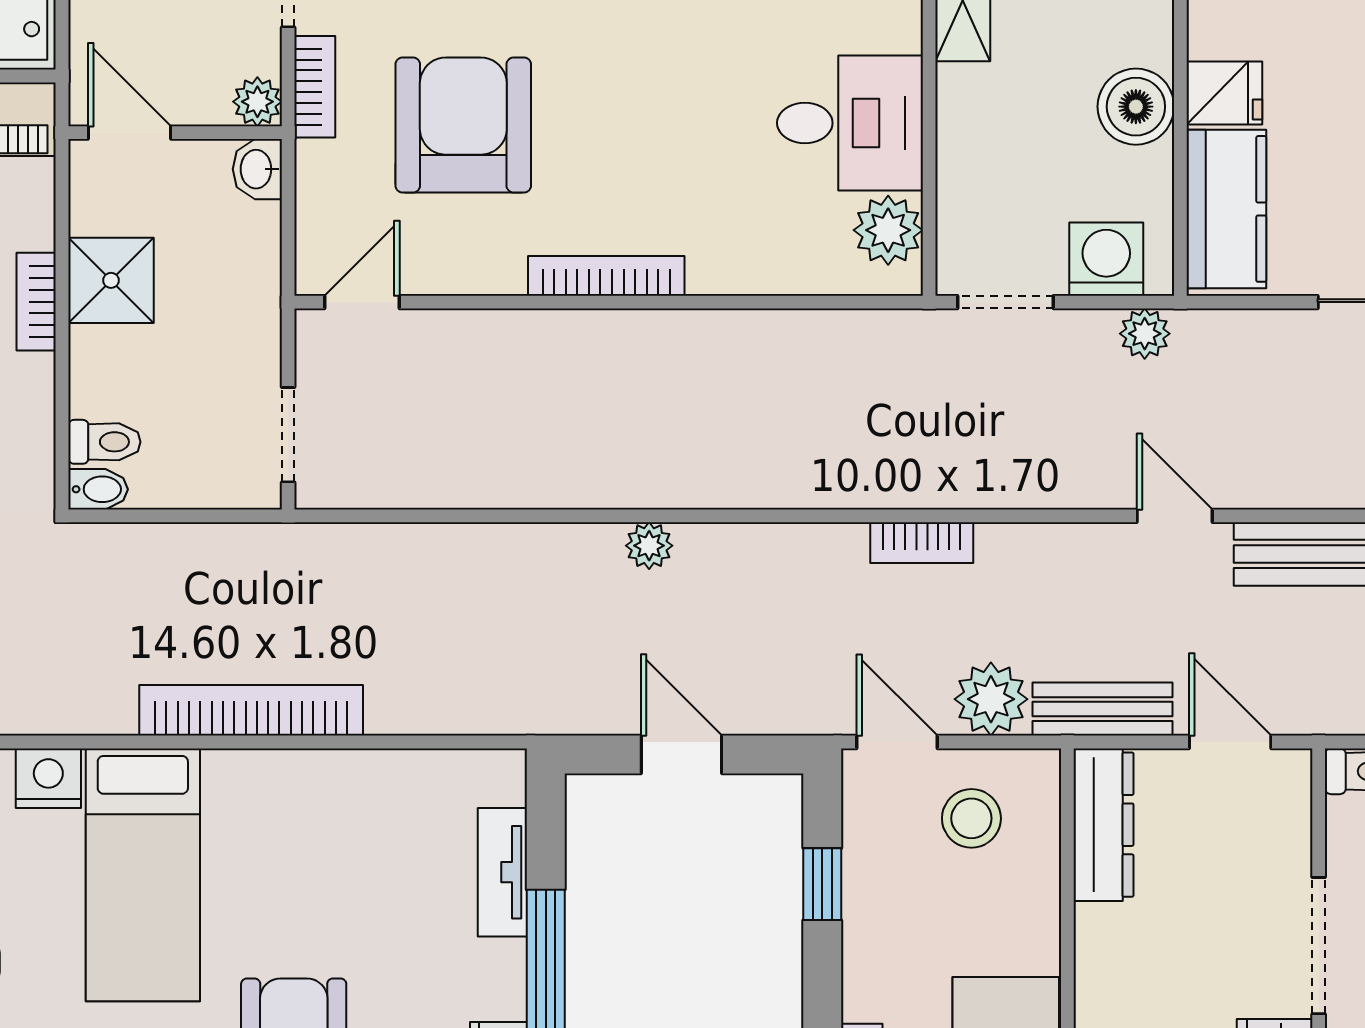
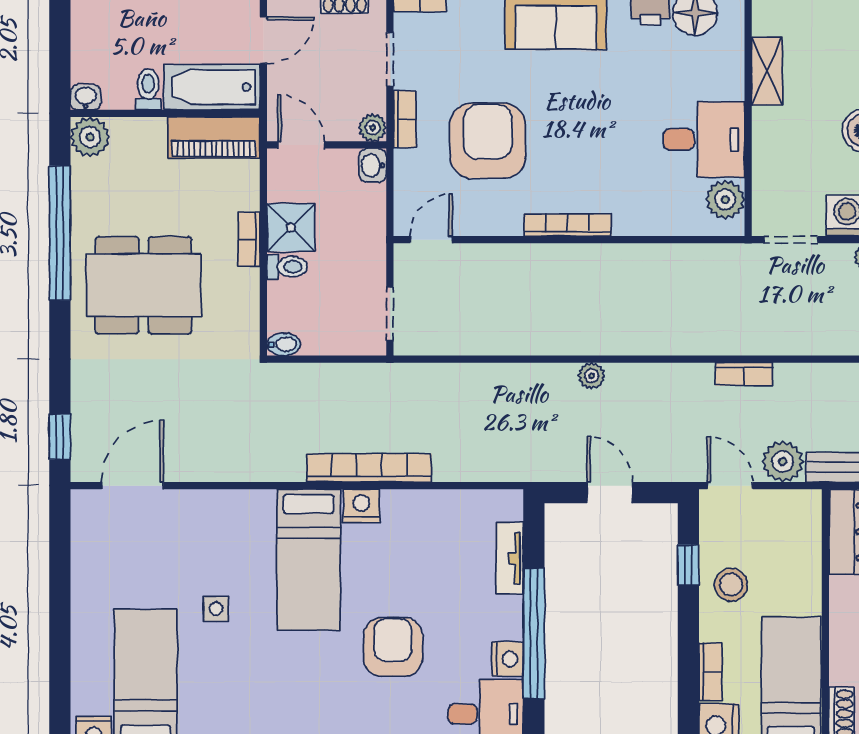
toilet: (104, 442) -> (287, 267), moved
nightstand: (48, 778) -> (361, 506), moved
stool: (971, 818) -> (731, 585), moved

